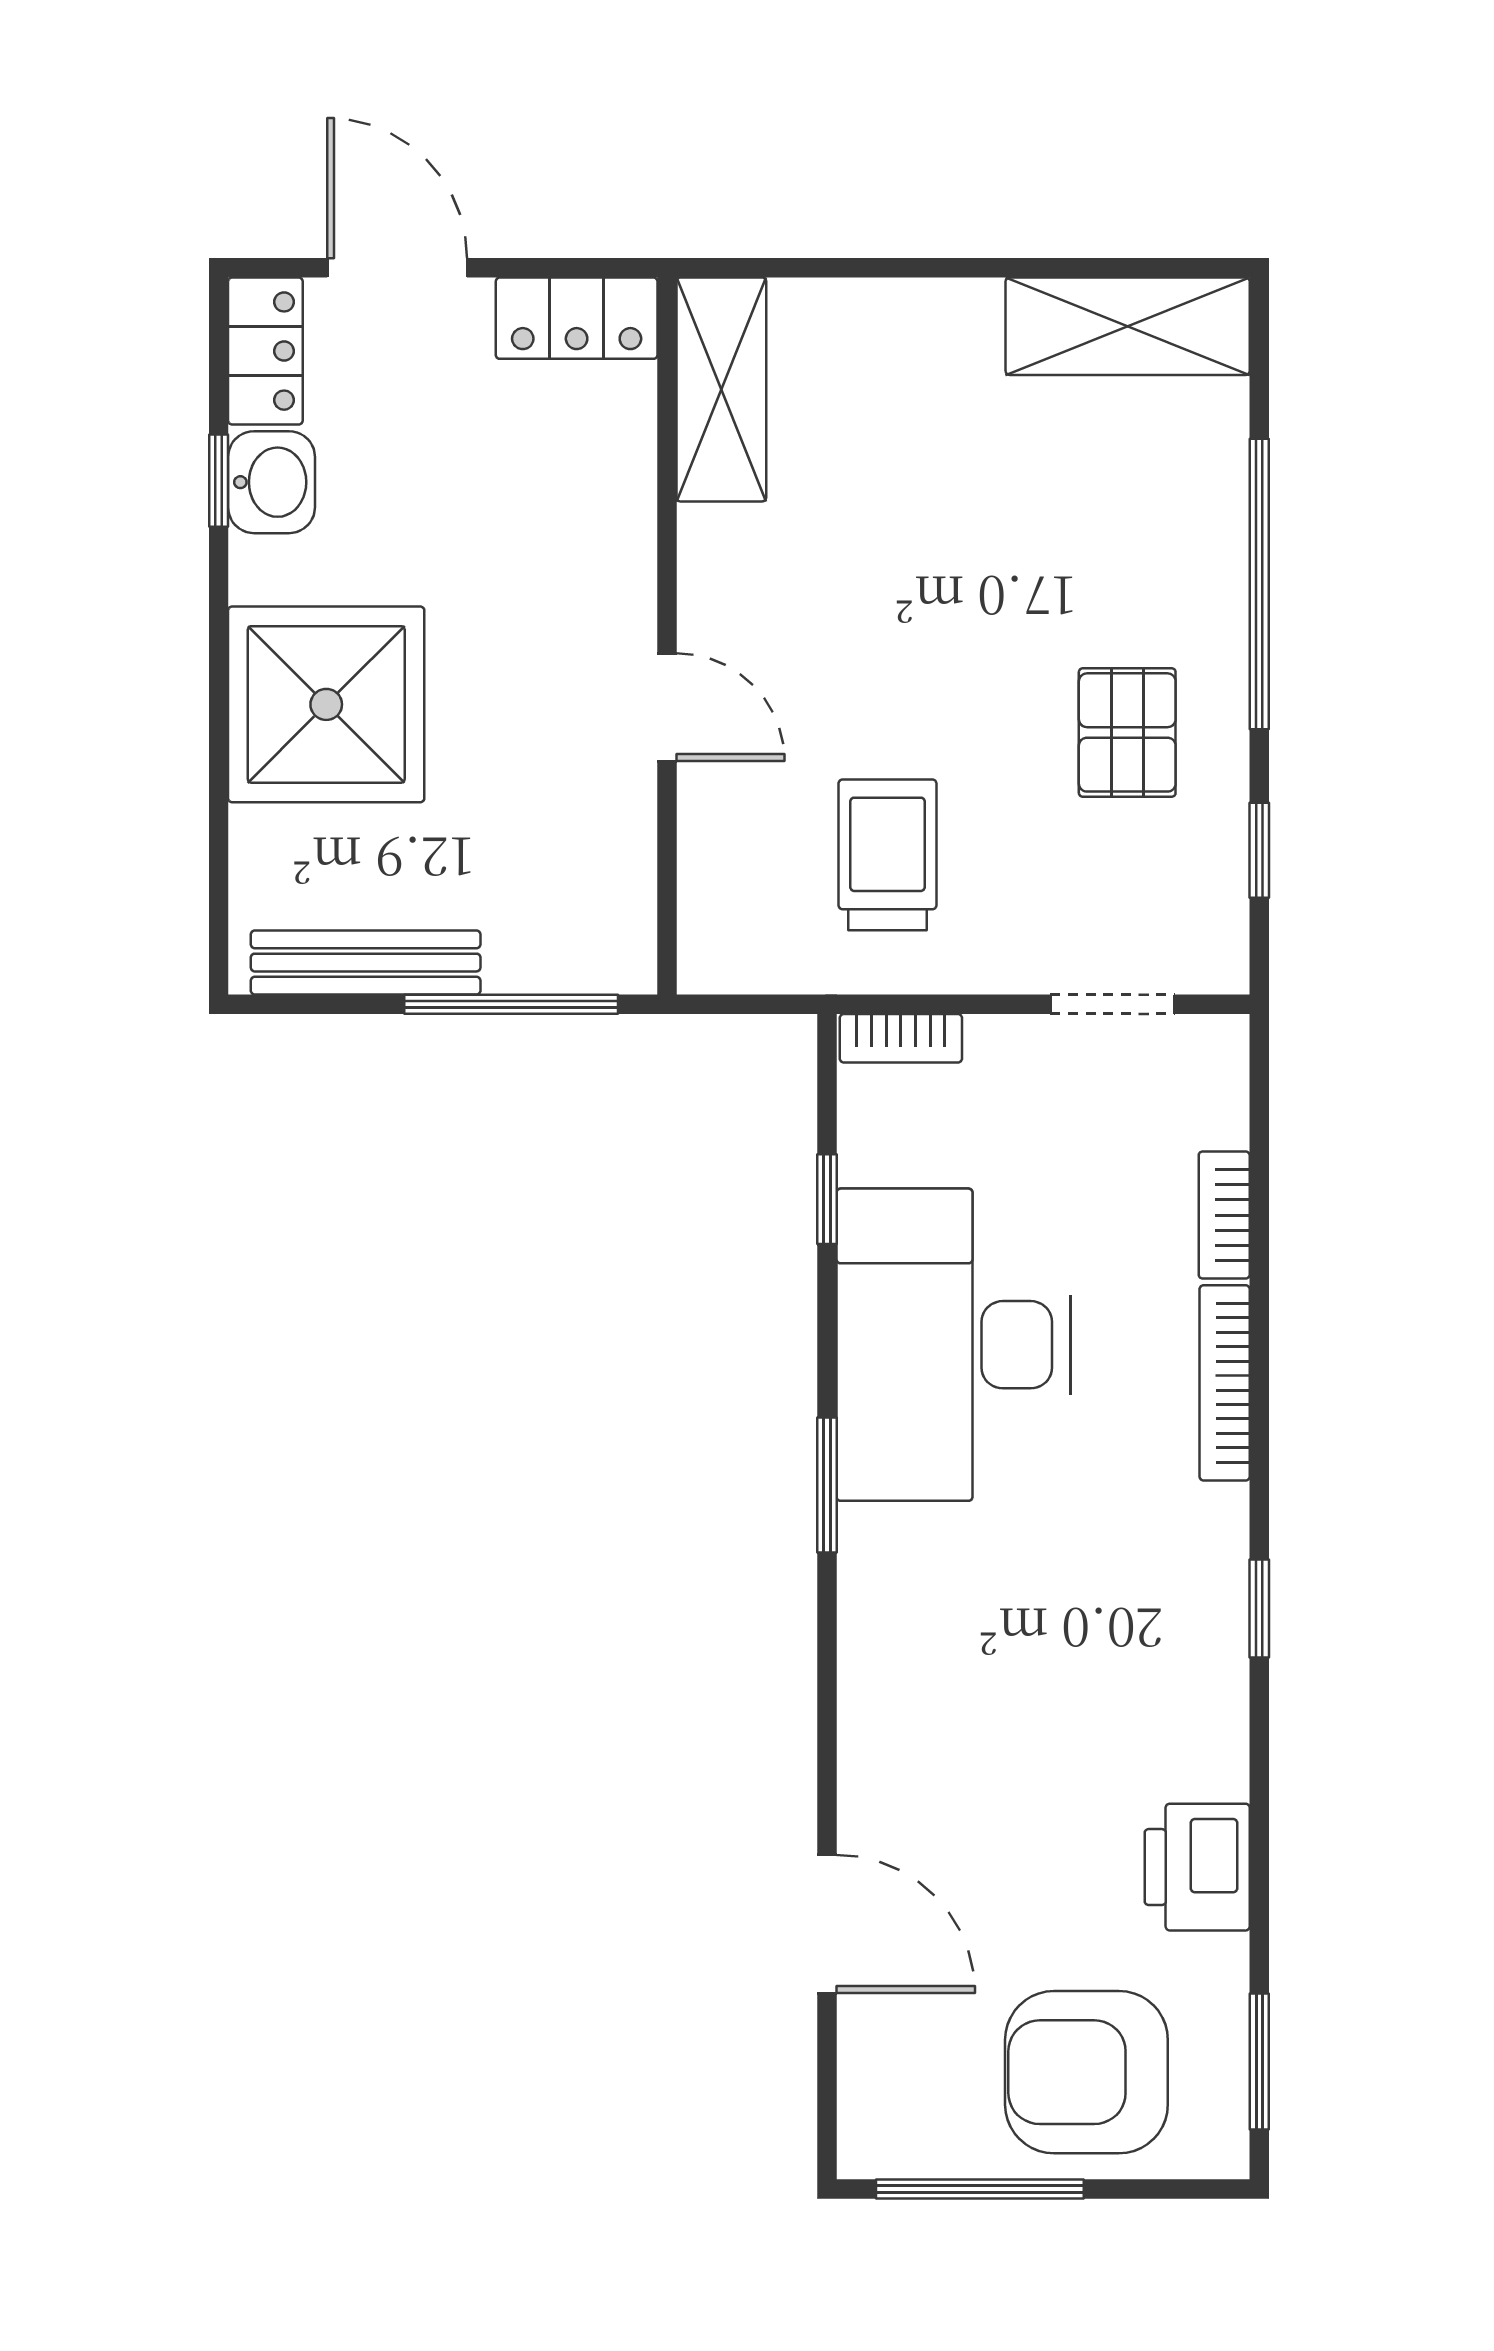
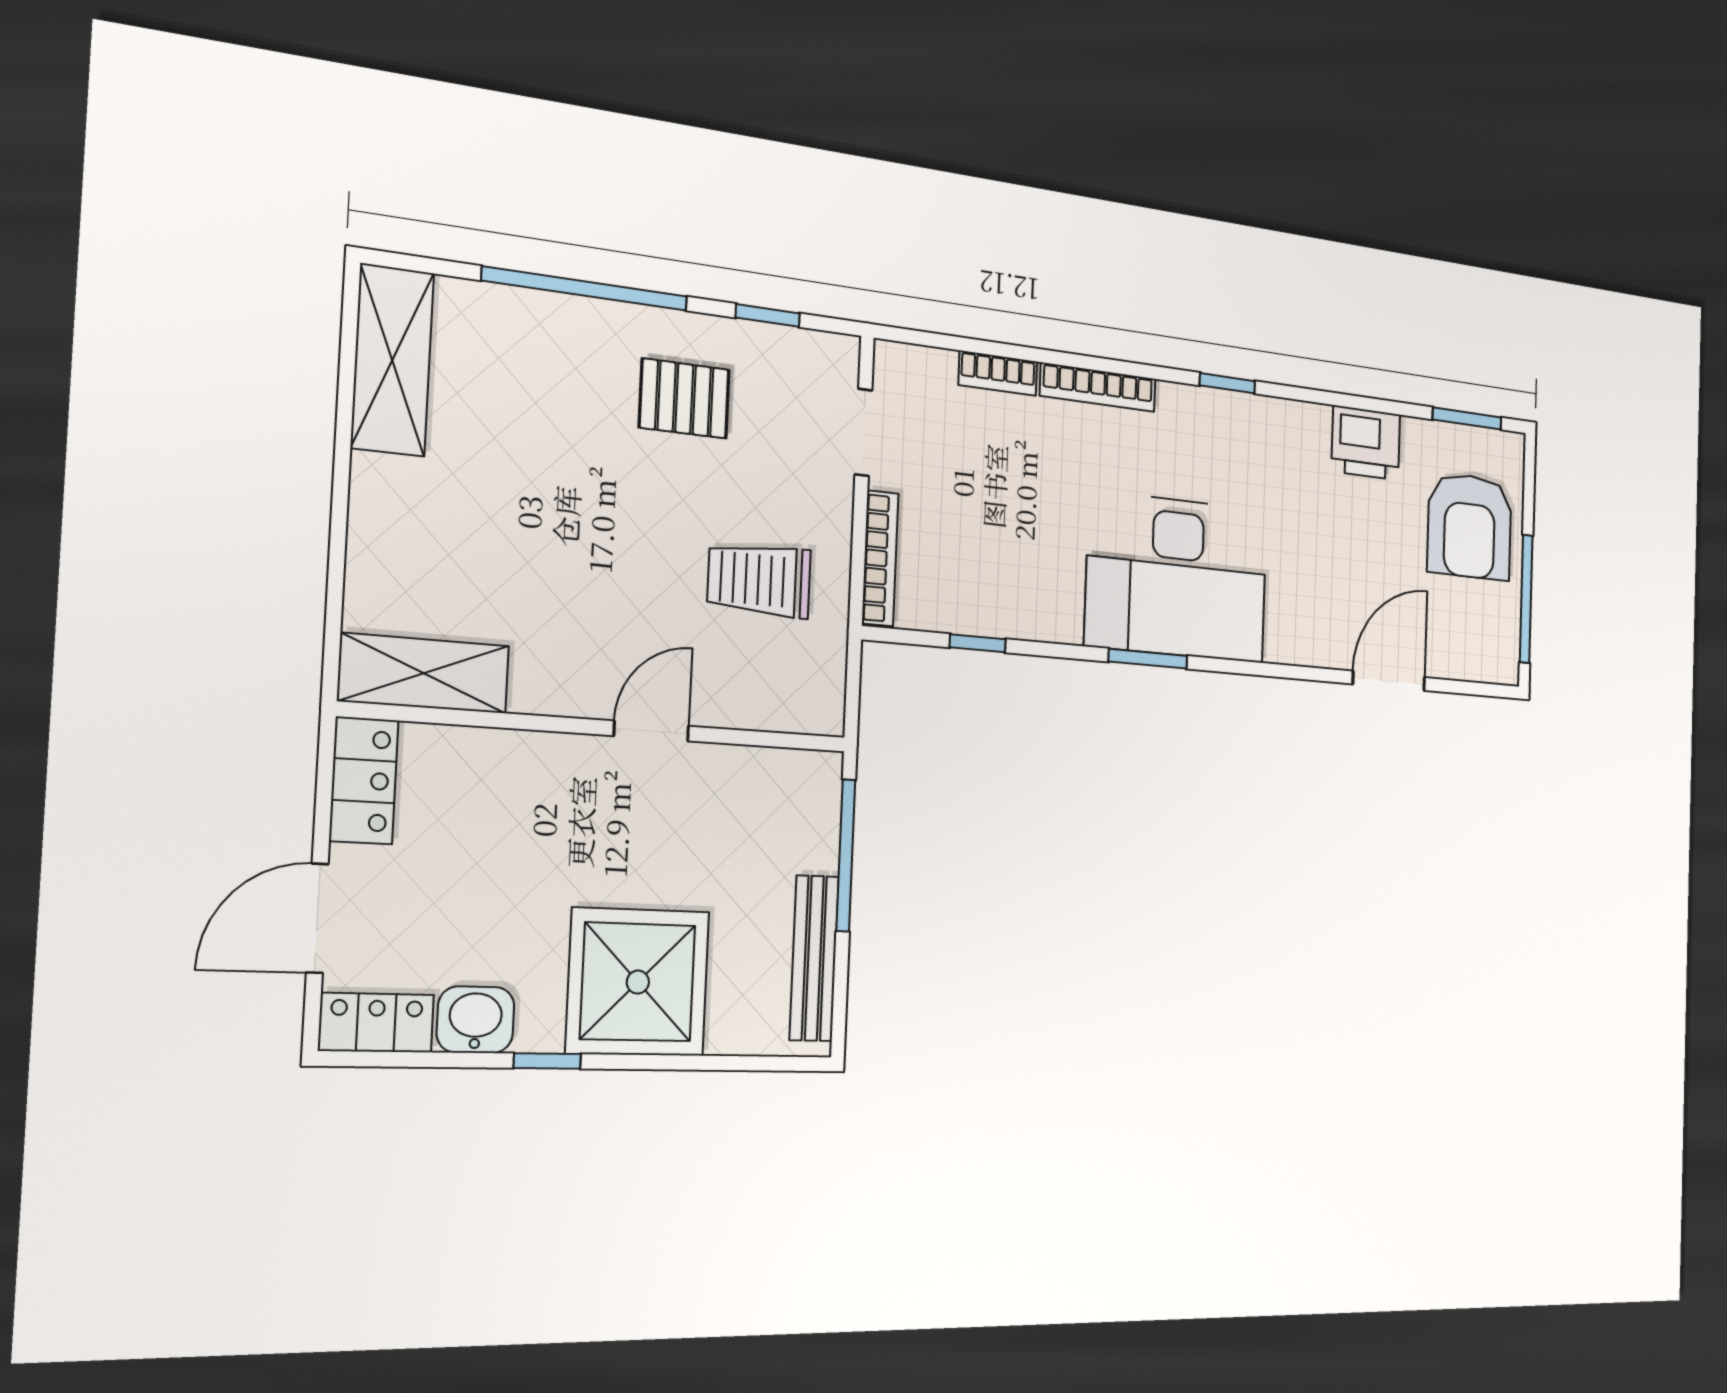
window: (219, 481) -> (547, 1061), moved
bookcase: (901, 1038) -> (880, 558), width x1.56
desk: (954, 1345) -> (1177, 577), moved

